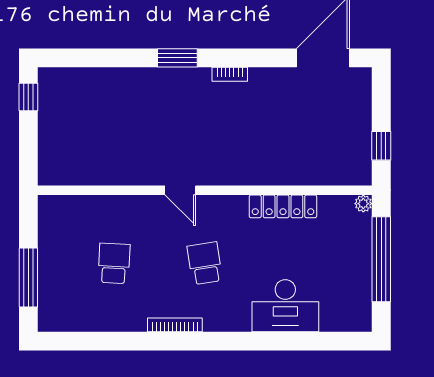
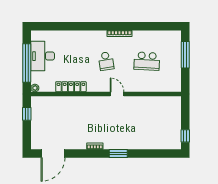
school desk: (114, 263) -> (147, 61), width x1.85
desk: (285, 306) -> (43, 56), moved, turned -90

